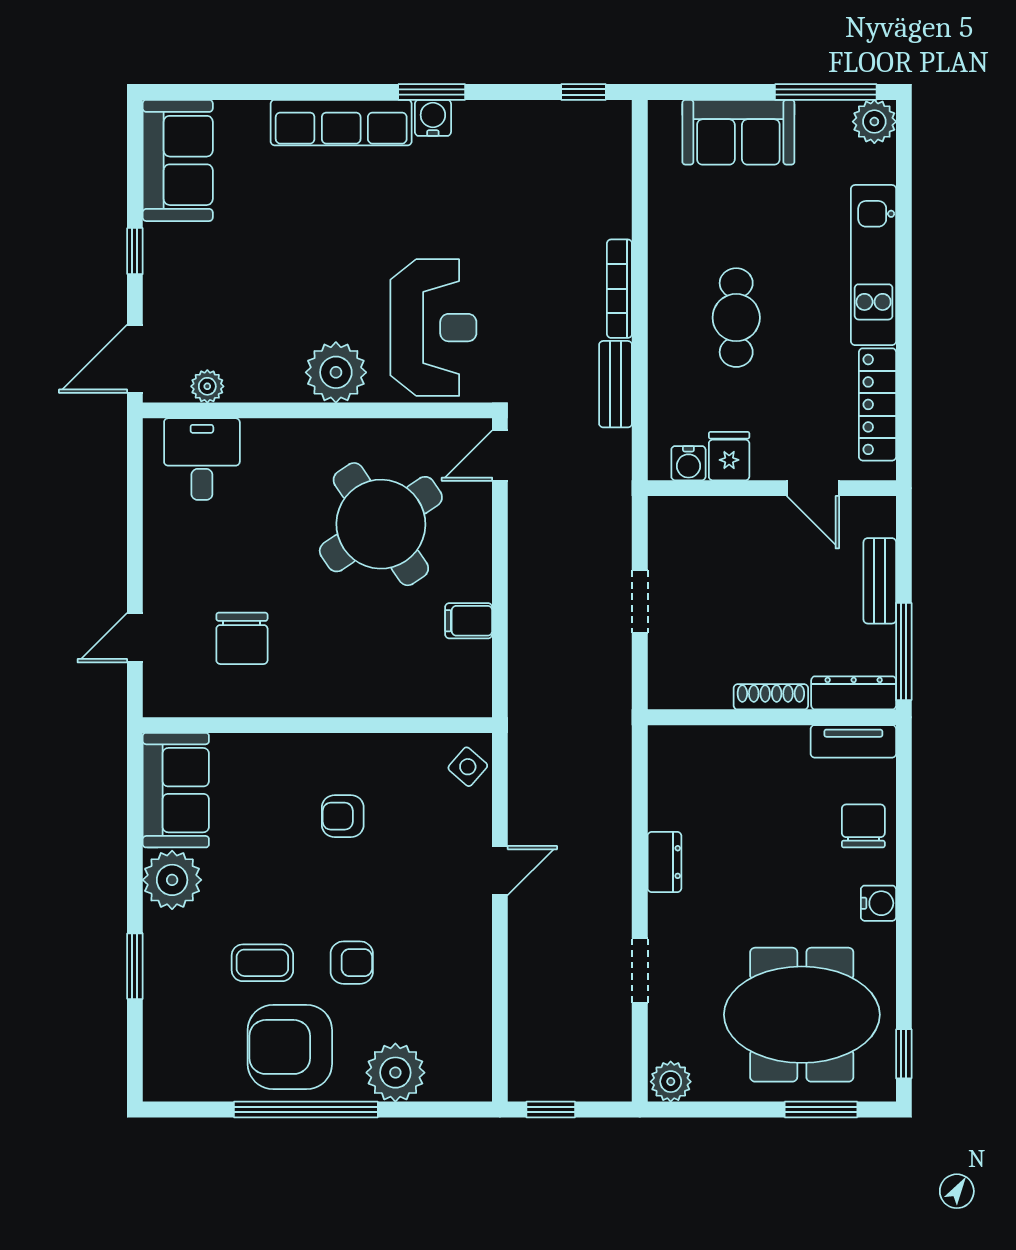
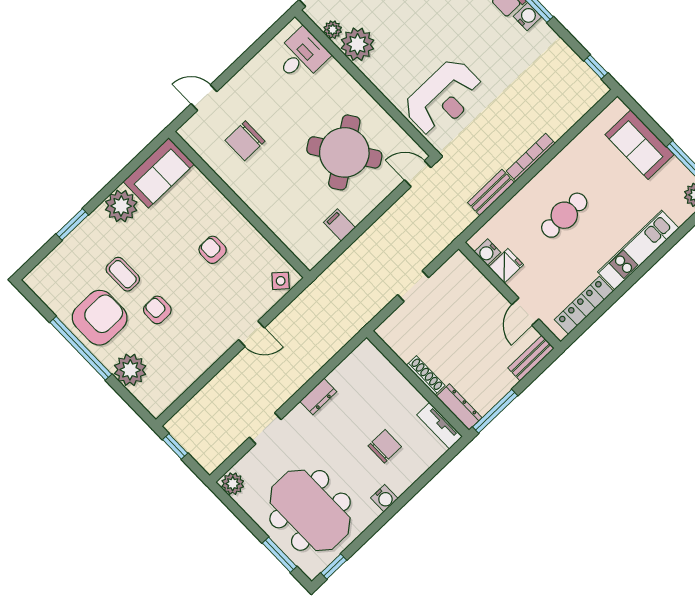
plant: (336, 372) -> (357, 44), moved
bench: (880, 581) -> (531, 358), moved
chair: (863, 826) -> (385, 446), moved
armchair: (352, 963) -> (157, 310), turned 180
armchair: (290, 1047) -> (100, 318), turned 90

